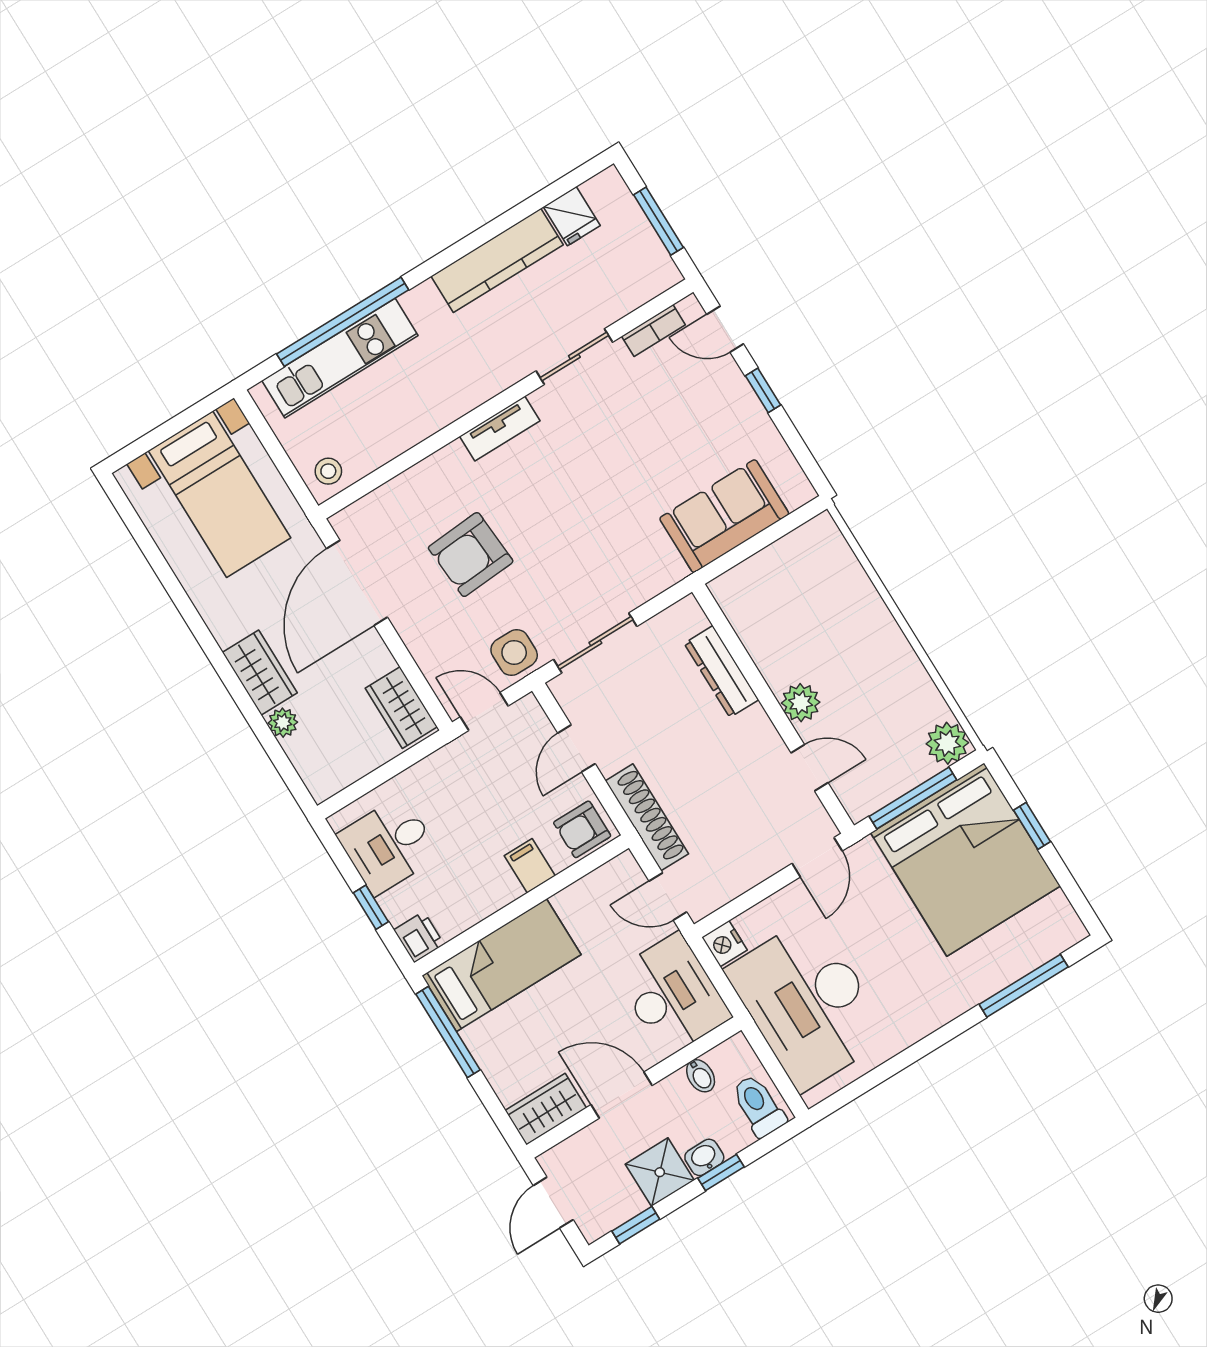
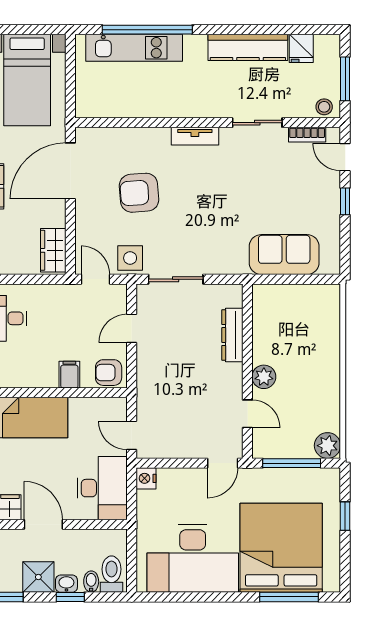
stool: (328, 471) -> (324, 107), moved
shoe rack: (647, 817) -> (146, 387), removed
bed: (966, 859) -> (281, 548), moved, turned 180
desk: (808, 1003) -> (193, 558), moved, turned -90
bidet: (701, 1076) -> (91, 582), moved, turned 180

